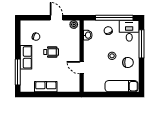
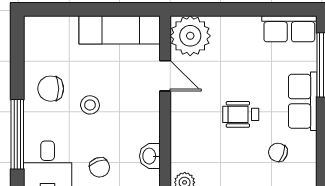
plant: (71, 84) -> (190, 36), added
exam couch: (122, 86) -> (120, 30), moved
row of seats: (46, 87) -> (289, 29), moved

